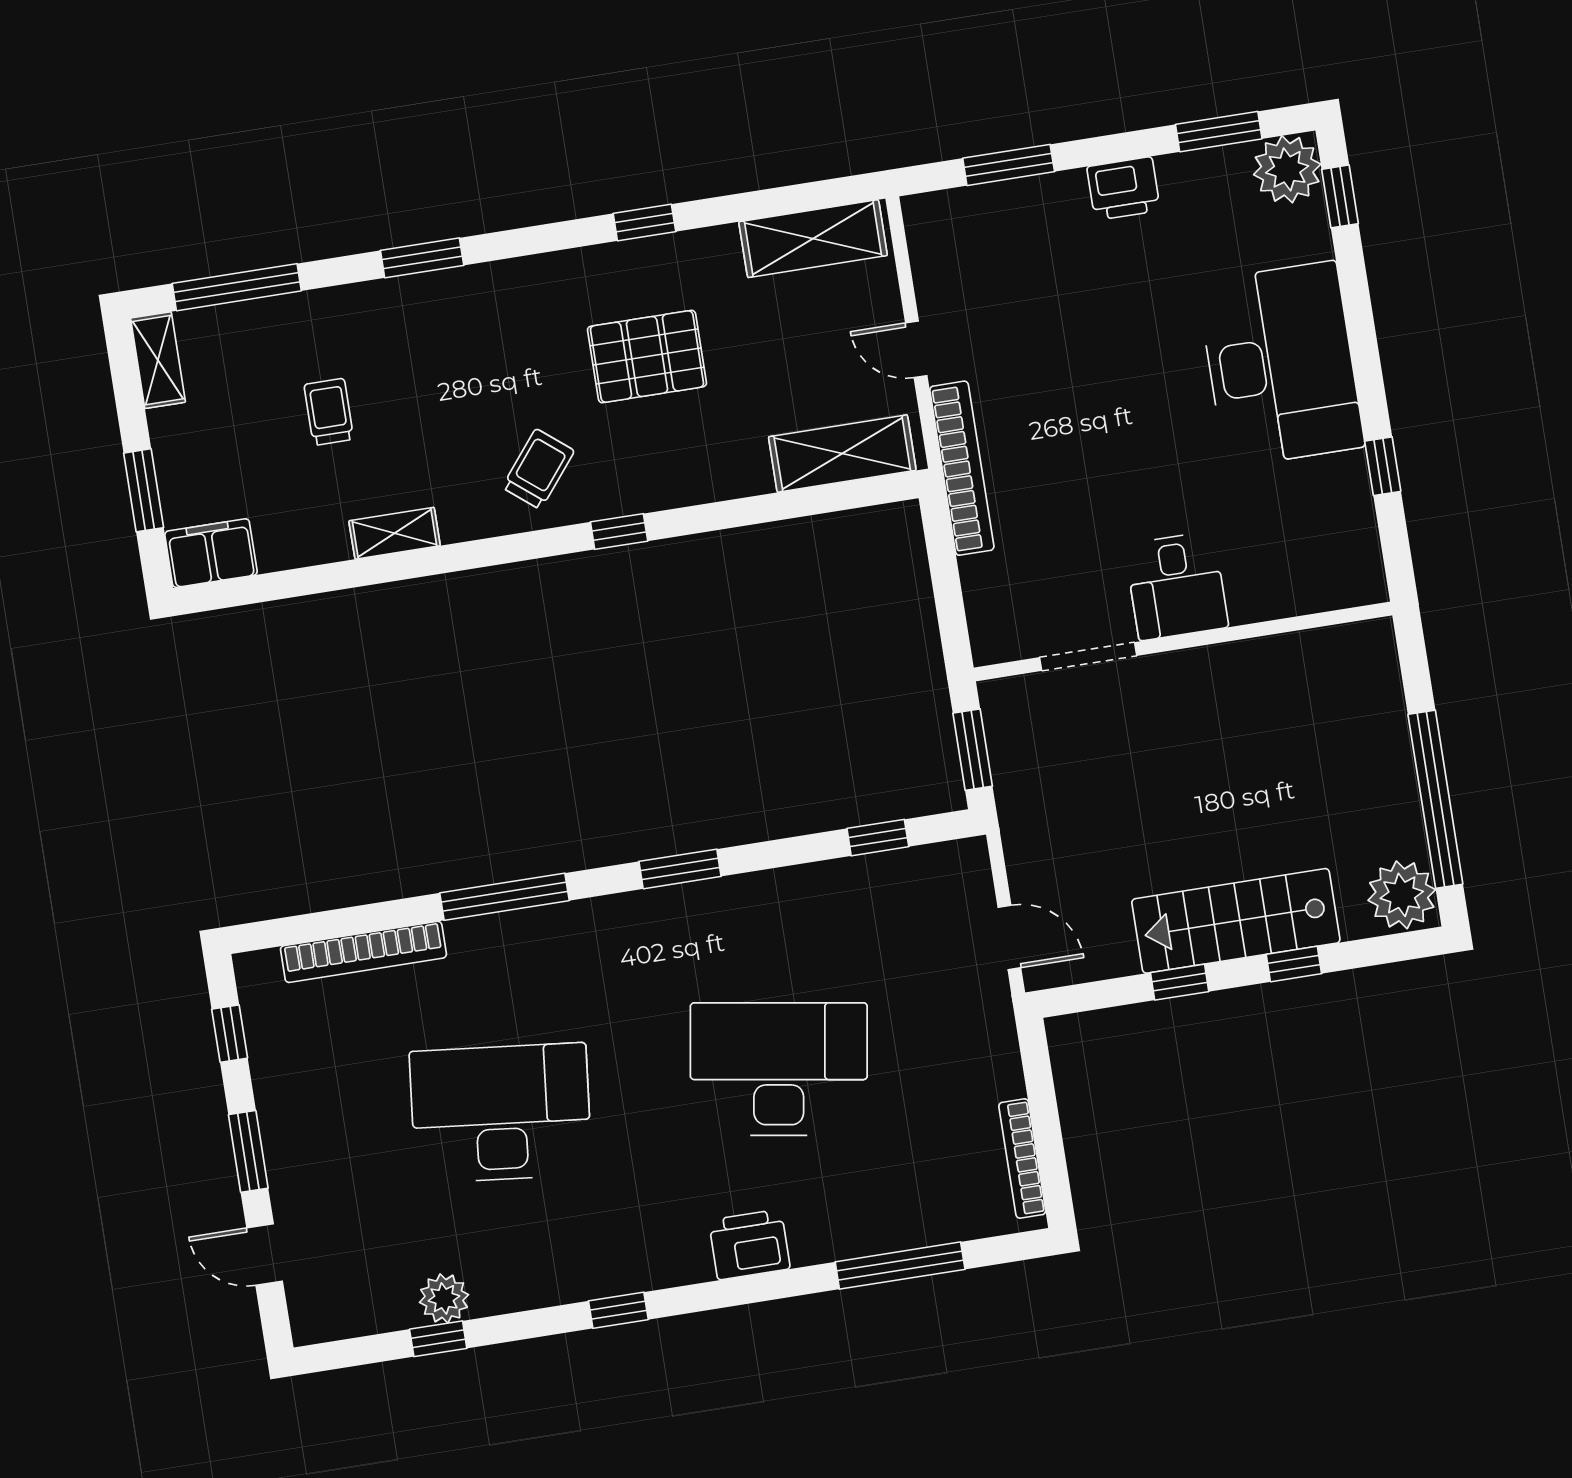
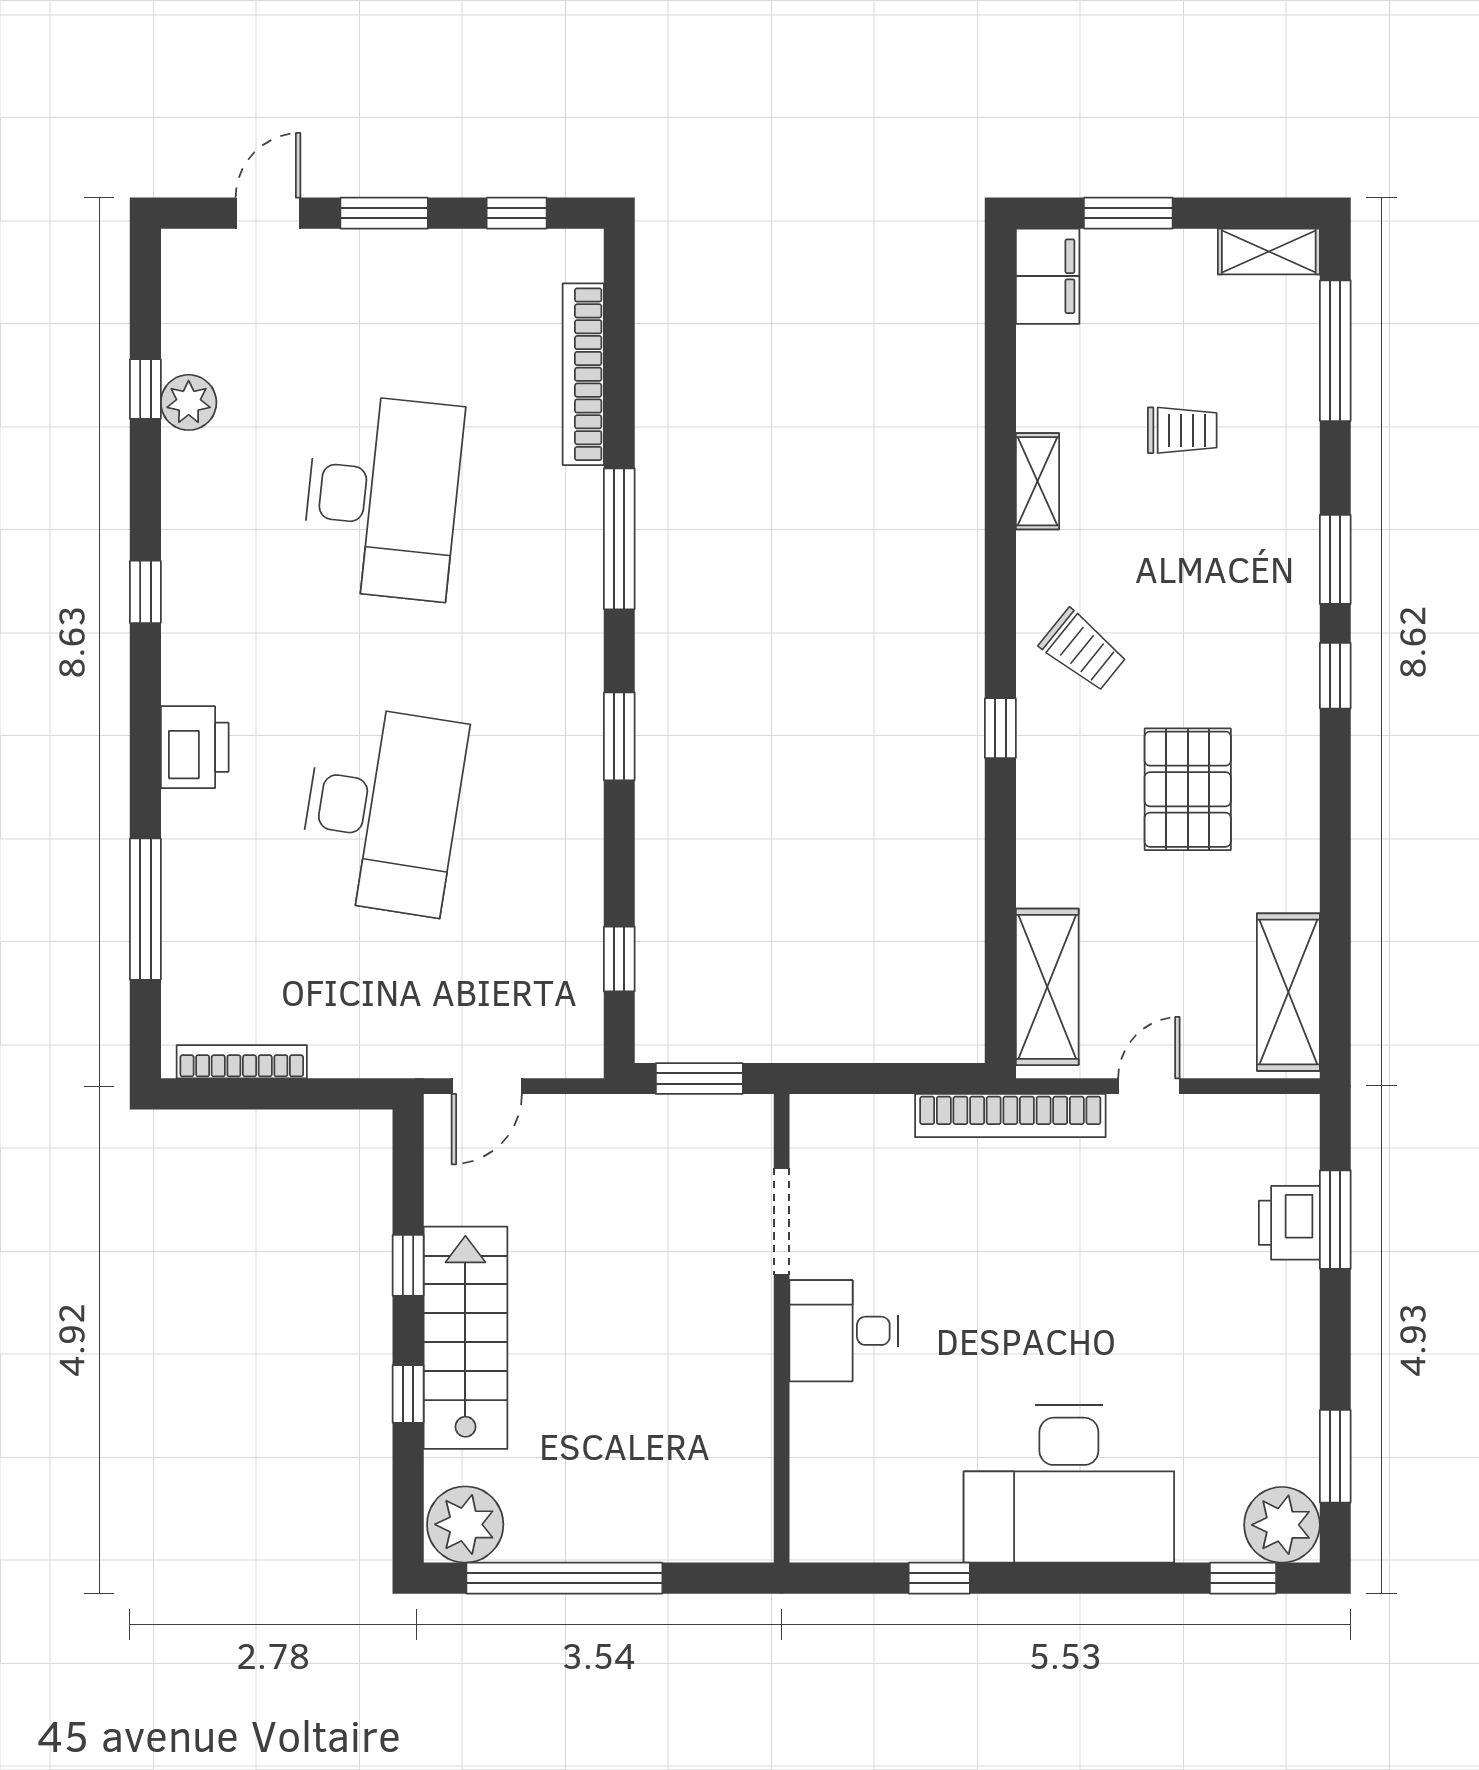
printer: (1123, 189) -> (1289, 1223), moved
window: (644, 223) -> (1335, 676), moved

